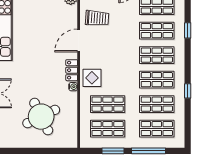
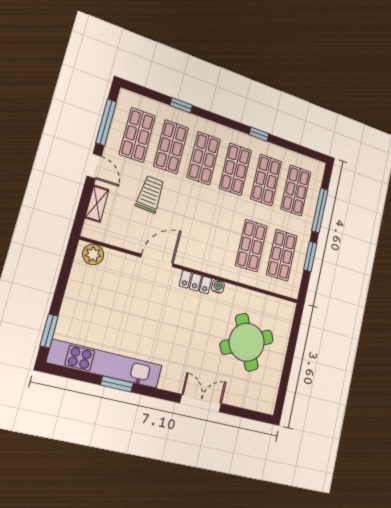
trolley: (97, 18) -> (150, 194), moved
door: (79, 40) -> (157, 260), swing flipped
display table: (92, 78) -> (212, 257), removed

